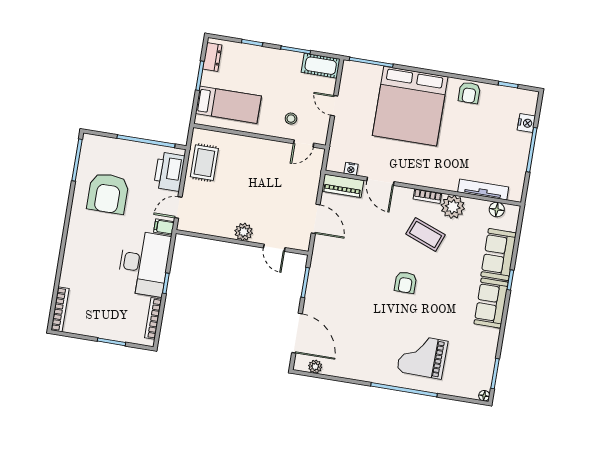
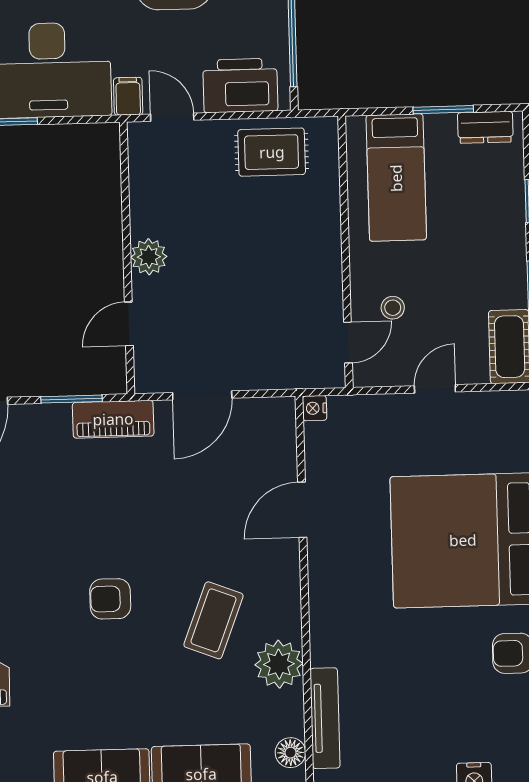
door: (304, 143) -> (348, 342), swing flipped
nightstand: (351, 169) -> (315, 408), moved
piano: (343, 186) -> (113, 419), moved, turned -90
bookcase: (427, 196) -> (291, 609), removed

